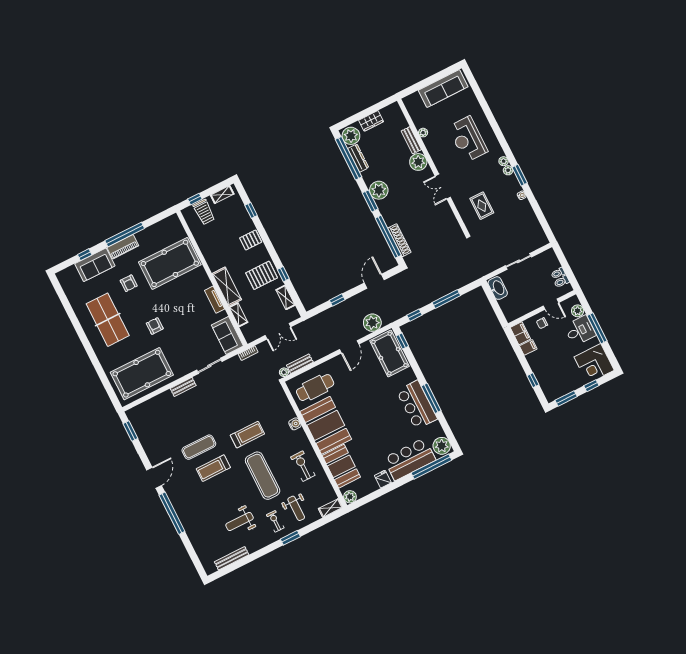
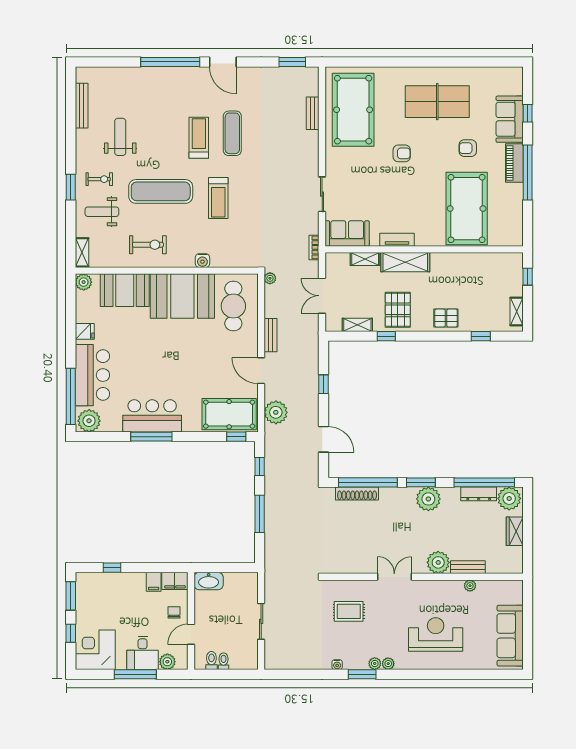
trolley: (204, 212) -> (507, 280), removed
pallet: (251, 240) -> (446, 318), turned 90
washbasin: (498, 288) -> (209, 581), moved
bench: (300, 364) -> (271, 335), moved
bench: (183, 387) -> (313, 113), moved

